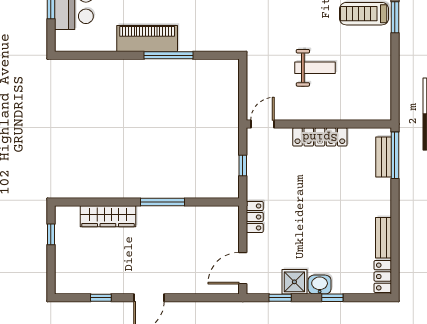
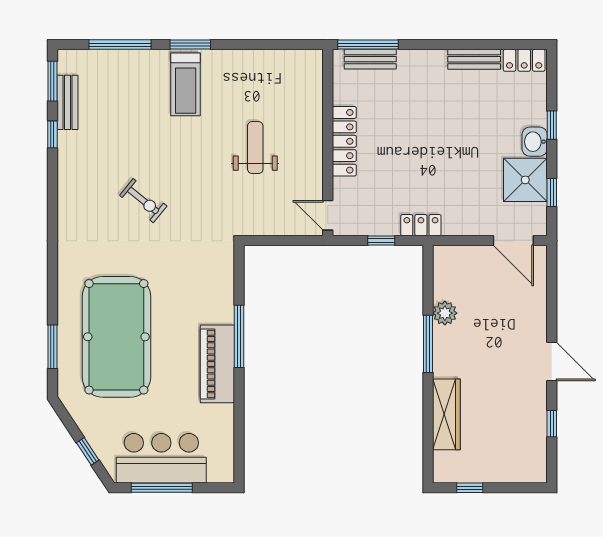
plant: (187, 215) -> (445, 313), added
locker: (255, 217) -> (421, 225), moved
shower: (294, 282) -> (525, 180), width x1.36, depth x1.36

